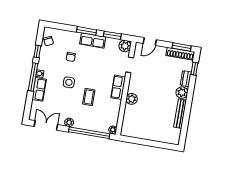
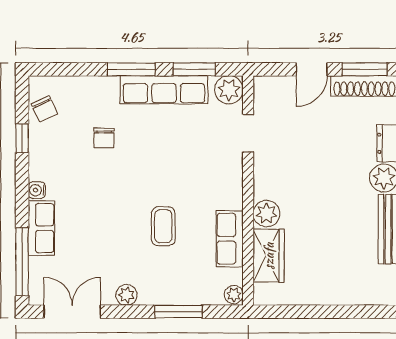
row of seats: (93, 41) -> (164, 90), width x1.48
door: (150, 42) -> (312, 69), moved
window: (33, 77) -> (22, 262), moved
side table: (69, 82) -> (110, 199), removed
row of seats: (118, 87) -> (230, 239), moved
wardrobe: (130, 116) -> (269, 256), added
window: (89, 133) -> (178, 312), width x0.47

